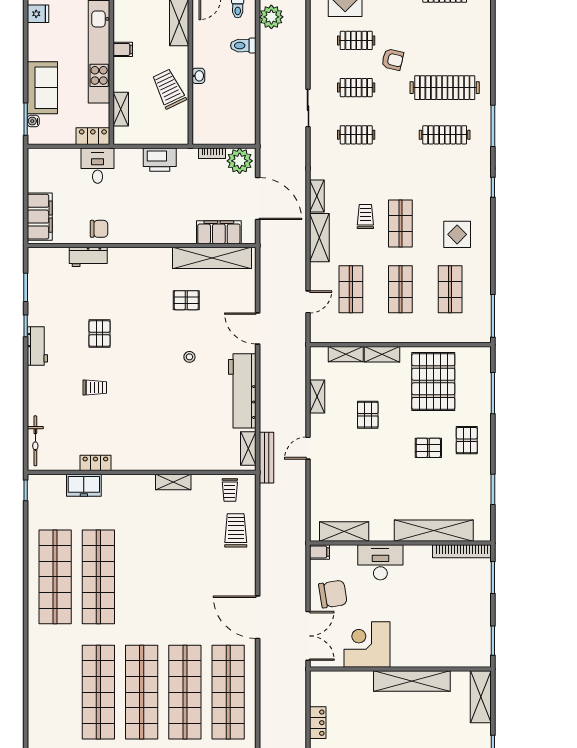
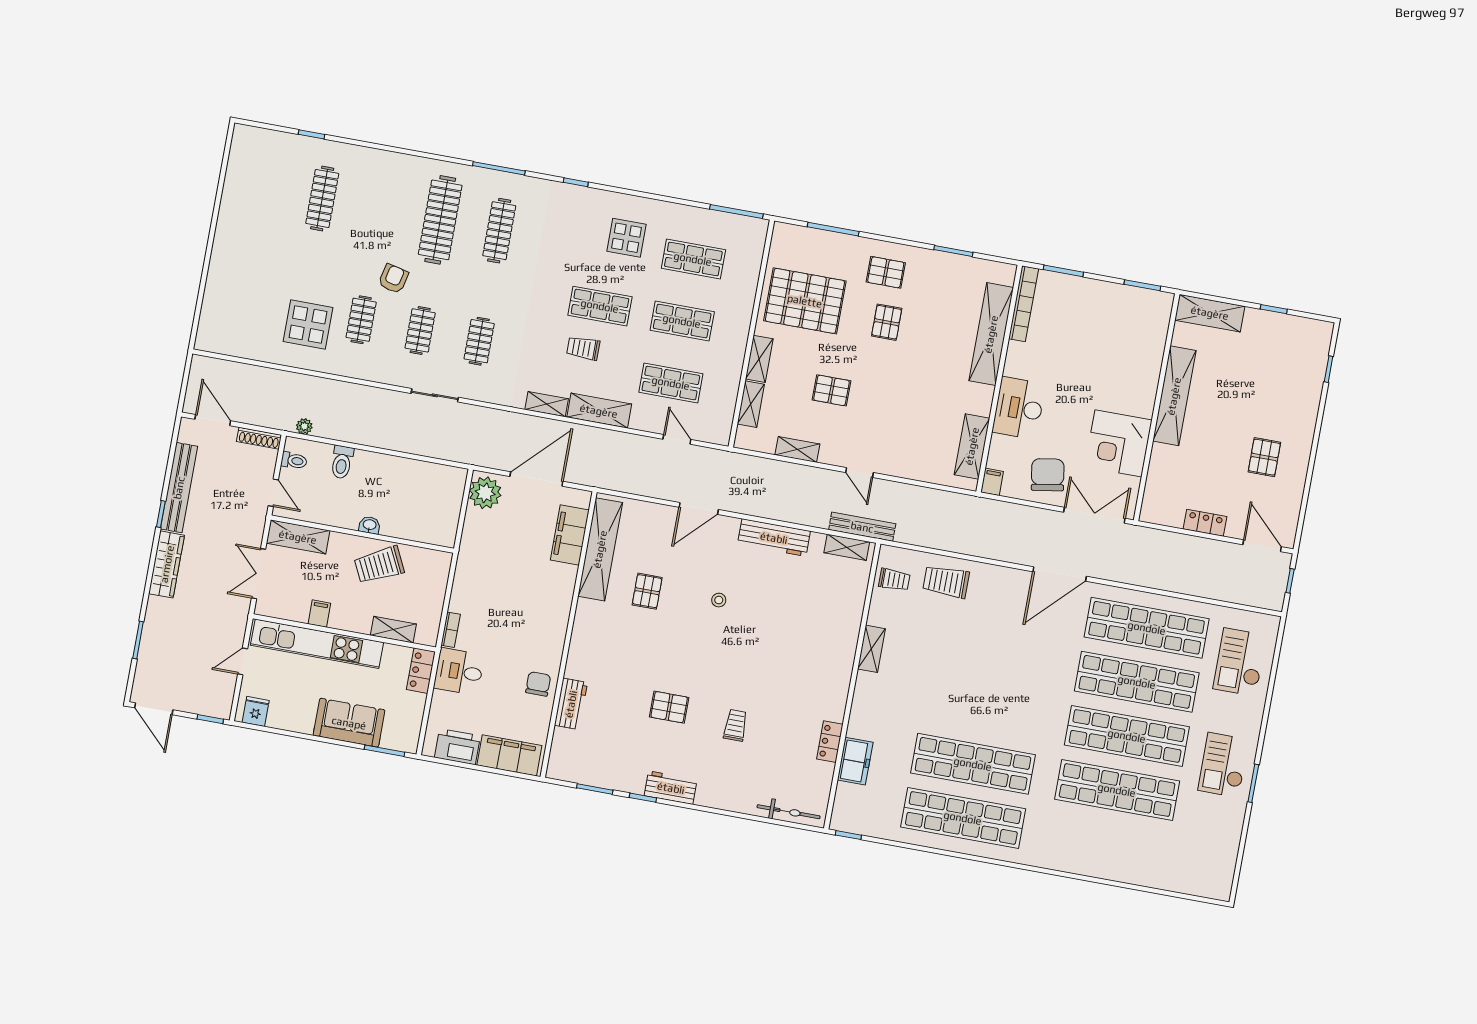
plant: (271, 17) -> (304, 426), width x0.53, depth x0.53
water cooler: (33, 121) -> (389, 742), removed
bookcase: (212, 153) -> (451, 630), moved
printer: (160, 160) -> (457, 747), moved, turned -90
workbench: (242, 391) -> (774, 538), width x0.73, depth x0.76

